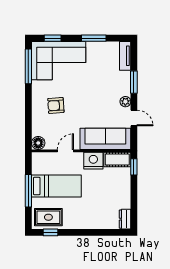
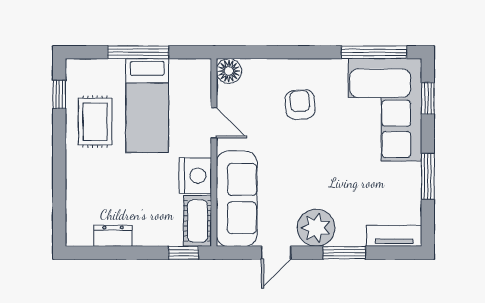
plant: (125, 102) -> (316, 228), width x1.87, depth x1.87
rug: (48, 217) -> (95, 122), moved
dresser: (125, 219) -> (113, 236), moved

